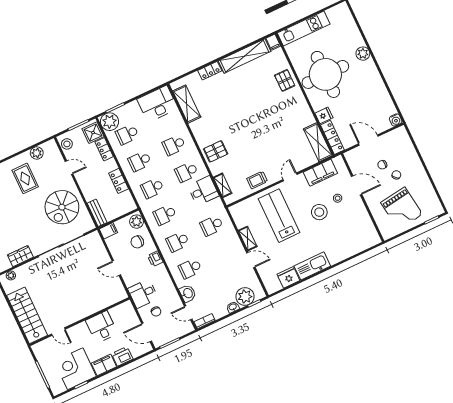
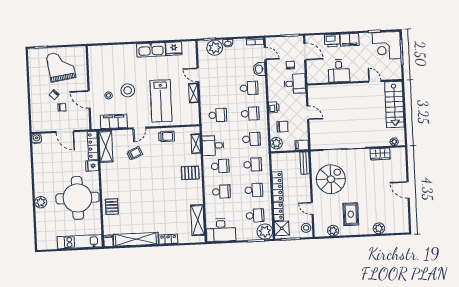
trolley: (284, 148) -> (135, 153), added
locker: (119, 181) -> (277, 187), width x1.53
corner desk: (75, 369) -> (387, 46), moved, turned 90

